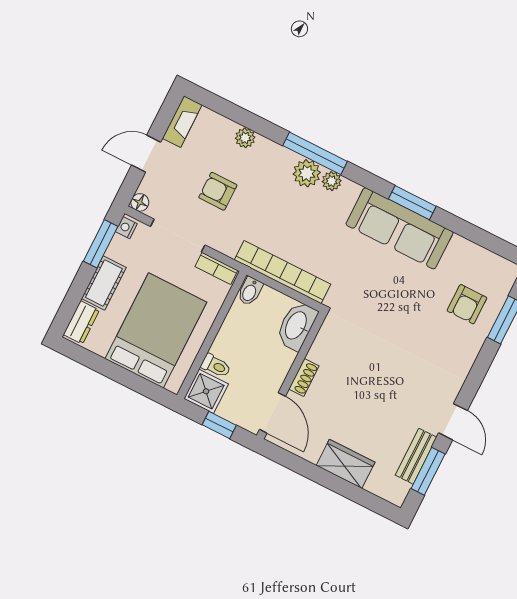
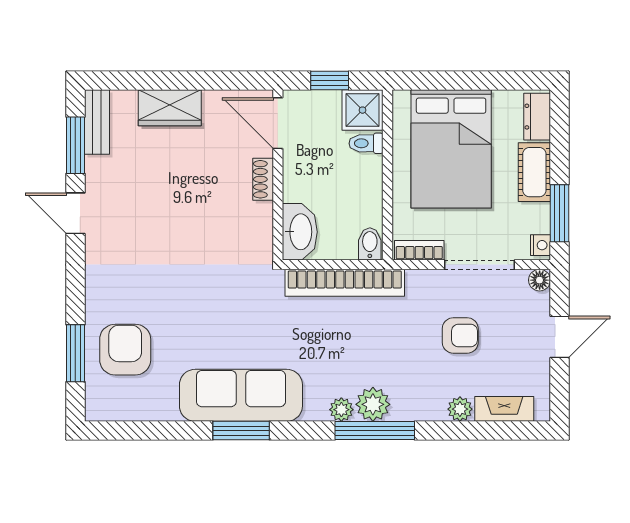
fireplace: (182, 122) -> (504, 409), moved, turned 90
armchair: (467, 304) -> (125, 350), width x1.38, depth x1.38
bench: (416, 456) -> (97, 122), moved

